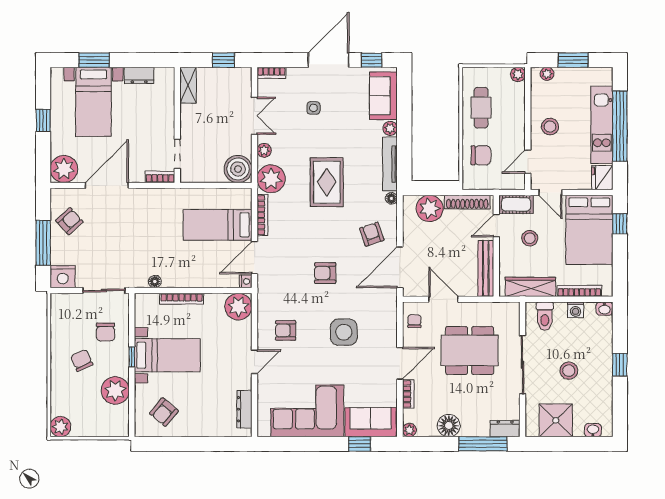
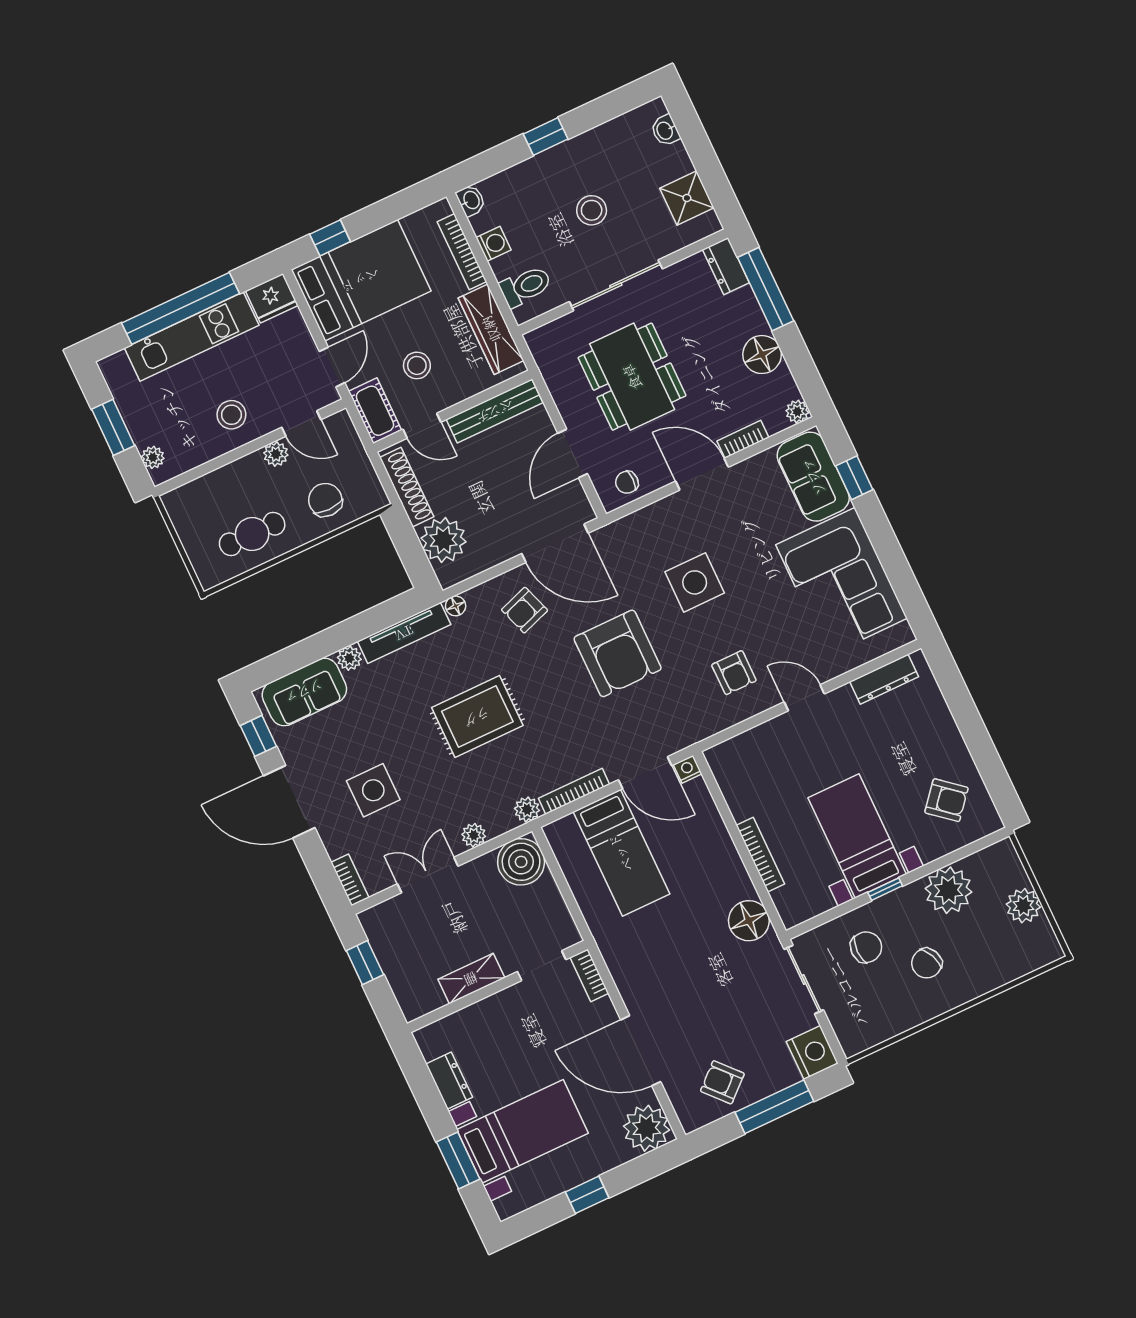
plant: (518, 74) -> (276, 454), moved
shelving: (188, 85) -> (471, 979), moved
side table: (313, 108) -> (373, 790), width x1.87, depth x1.87
plant: (271, 179) -> (527, 809), width x0.53, depth x0.53
armchair: (325, 273) -> (618, 653), width x1.88, depth x1.88
floor lamp: (155, 282) -> (749, 921), width x1.89, depth x1.89
plant: (238, 307) -> (731, 762), removed
shower: (556, 420) -> (687, 198), width x0.73, depth x0.73
plant: (60, 427) -> (1023, 906), moved

